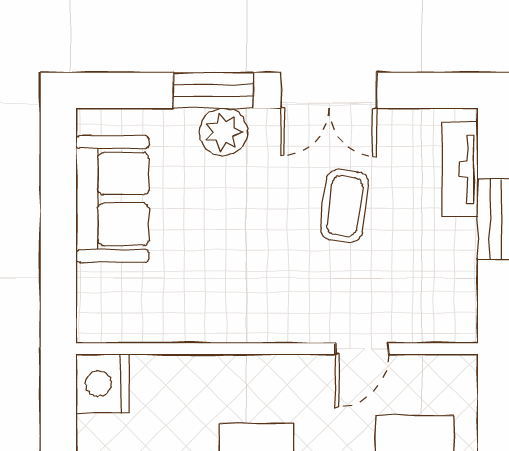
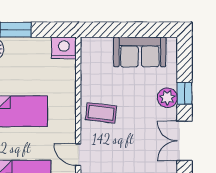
window: (213, 90) -> (184, 93), width x0.67
coffee table: (344, 206) -> (101, 113), moved

